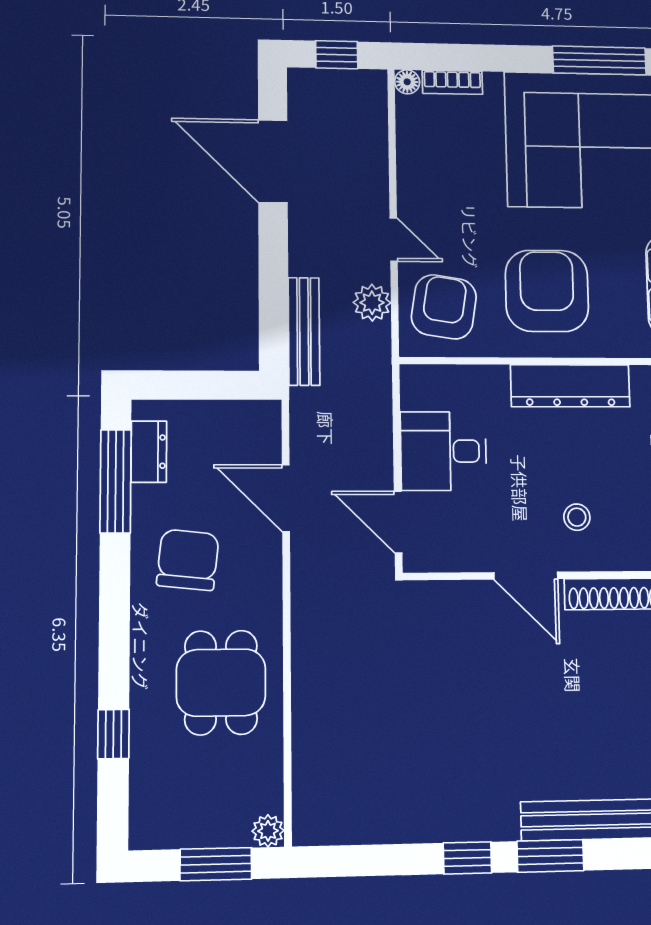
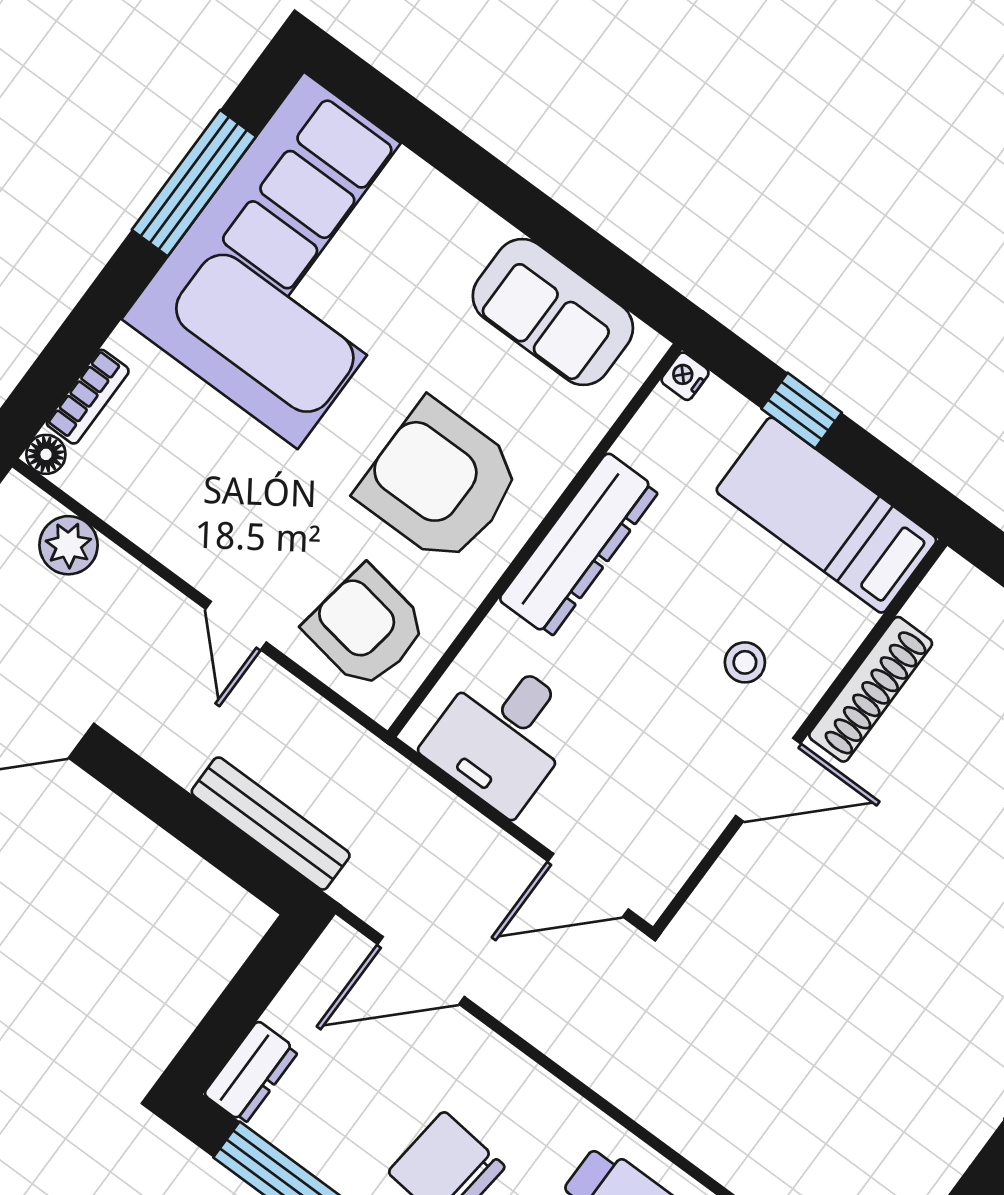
door: (394, 240) -> (236, 626), swing flipped
plant: (372, 303) -> (69, 545), moved
desk: (443, 451) -> (503, 735), moved
dresser: (149, 452) -> (251, 1072), moved, turned 90
door: (286, 498) -> (421, 970), moved

